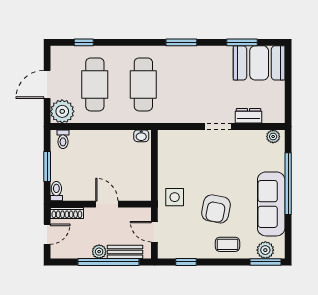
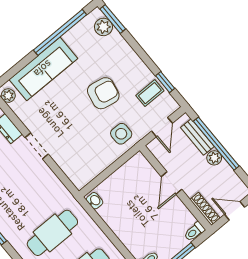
window: (288, 184) -> (60, 32), moved
sofa: (271, 204) -> (43, 69), moved
coffee table: (227, 244) -> (150, 93), moved, turned 90

